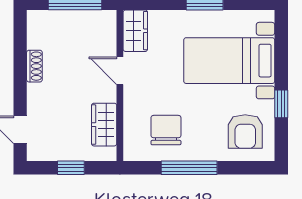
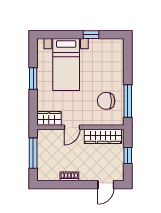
wardrobe: (104, 125) -> (103, 136), width x1.50
armchair: (245, 131) -> (107, 55), removed
window: (189, 168) -> (128, 101), moved

